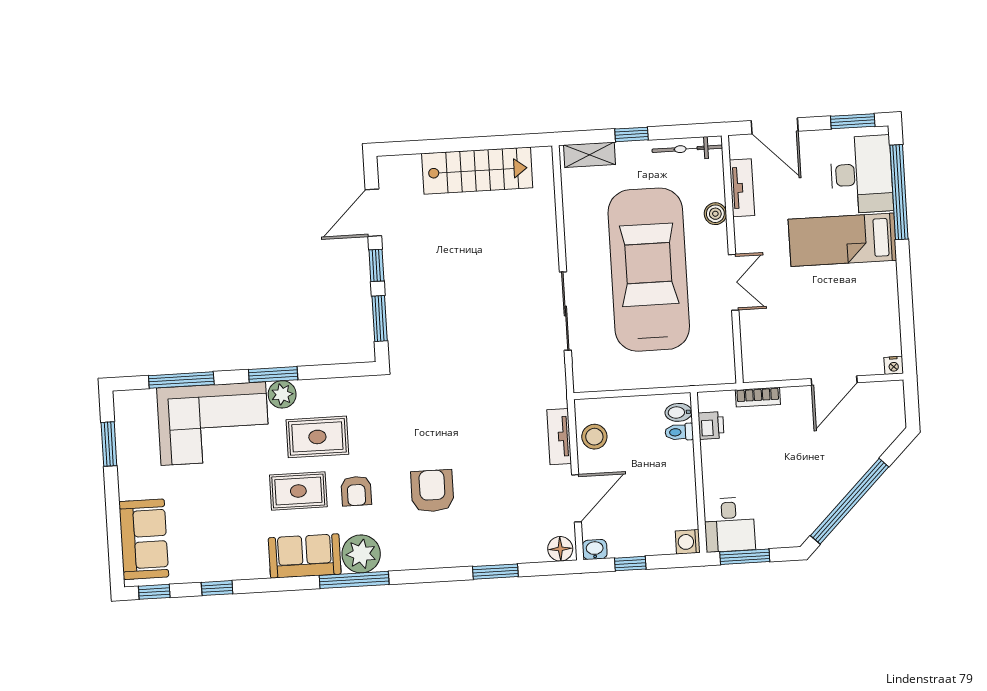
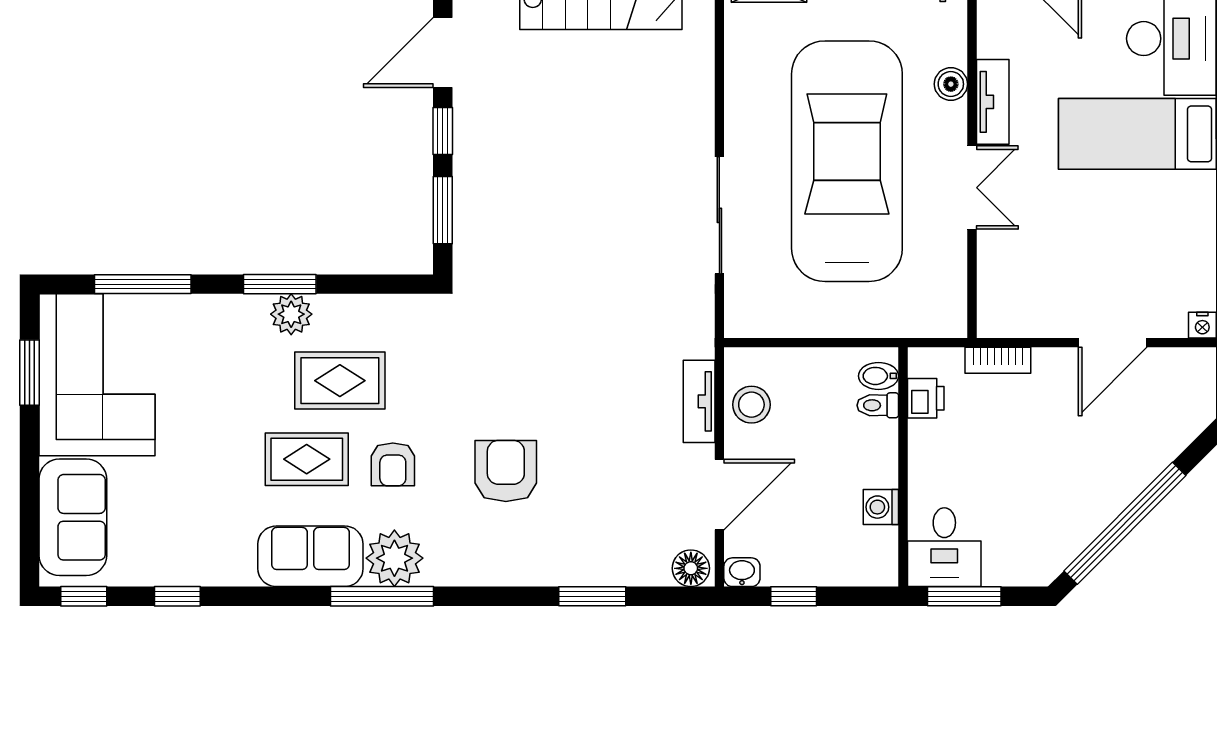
tv unit: (742, 188) -> (993, 102), moved
corner sofa: (213, 424) -> (97, 375), moved, turned -90
washing machine: (688, 542) -> (881, 507), moved

